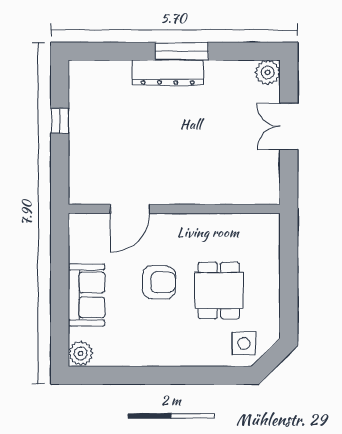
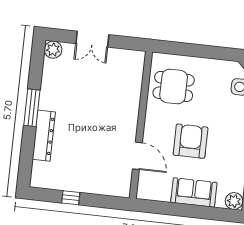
dresser: (168, 73) -> (44, 136), moved
armchair: (159, 282) -> (191, 141), width x1.36, depth x1.36
dining table: (219, 290) -> (174, 86), moved

